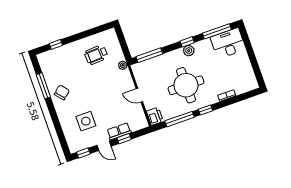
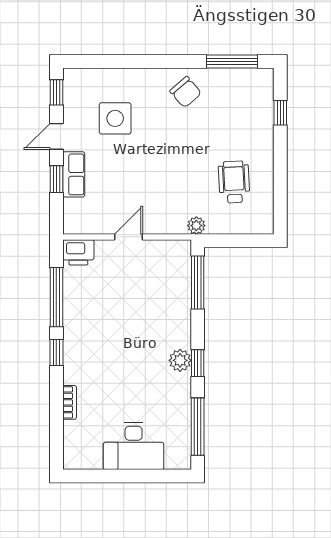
desk: (228, 43) -> (134, 446), moved, turned 90
round table: (186, 85) -> (116, 332), removed
window: (43, 86) -> (232, 62), moved

